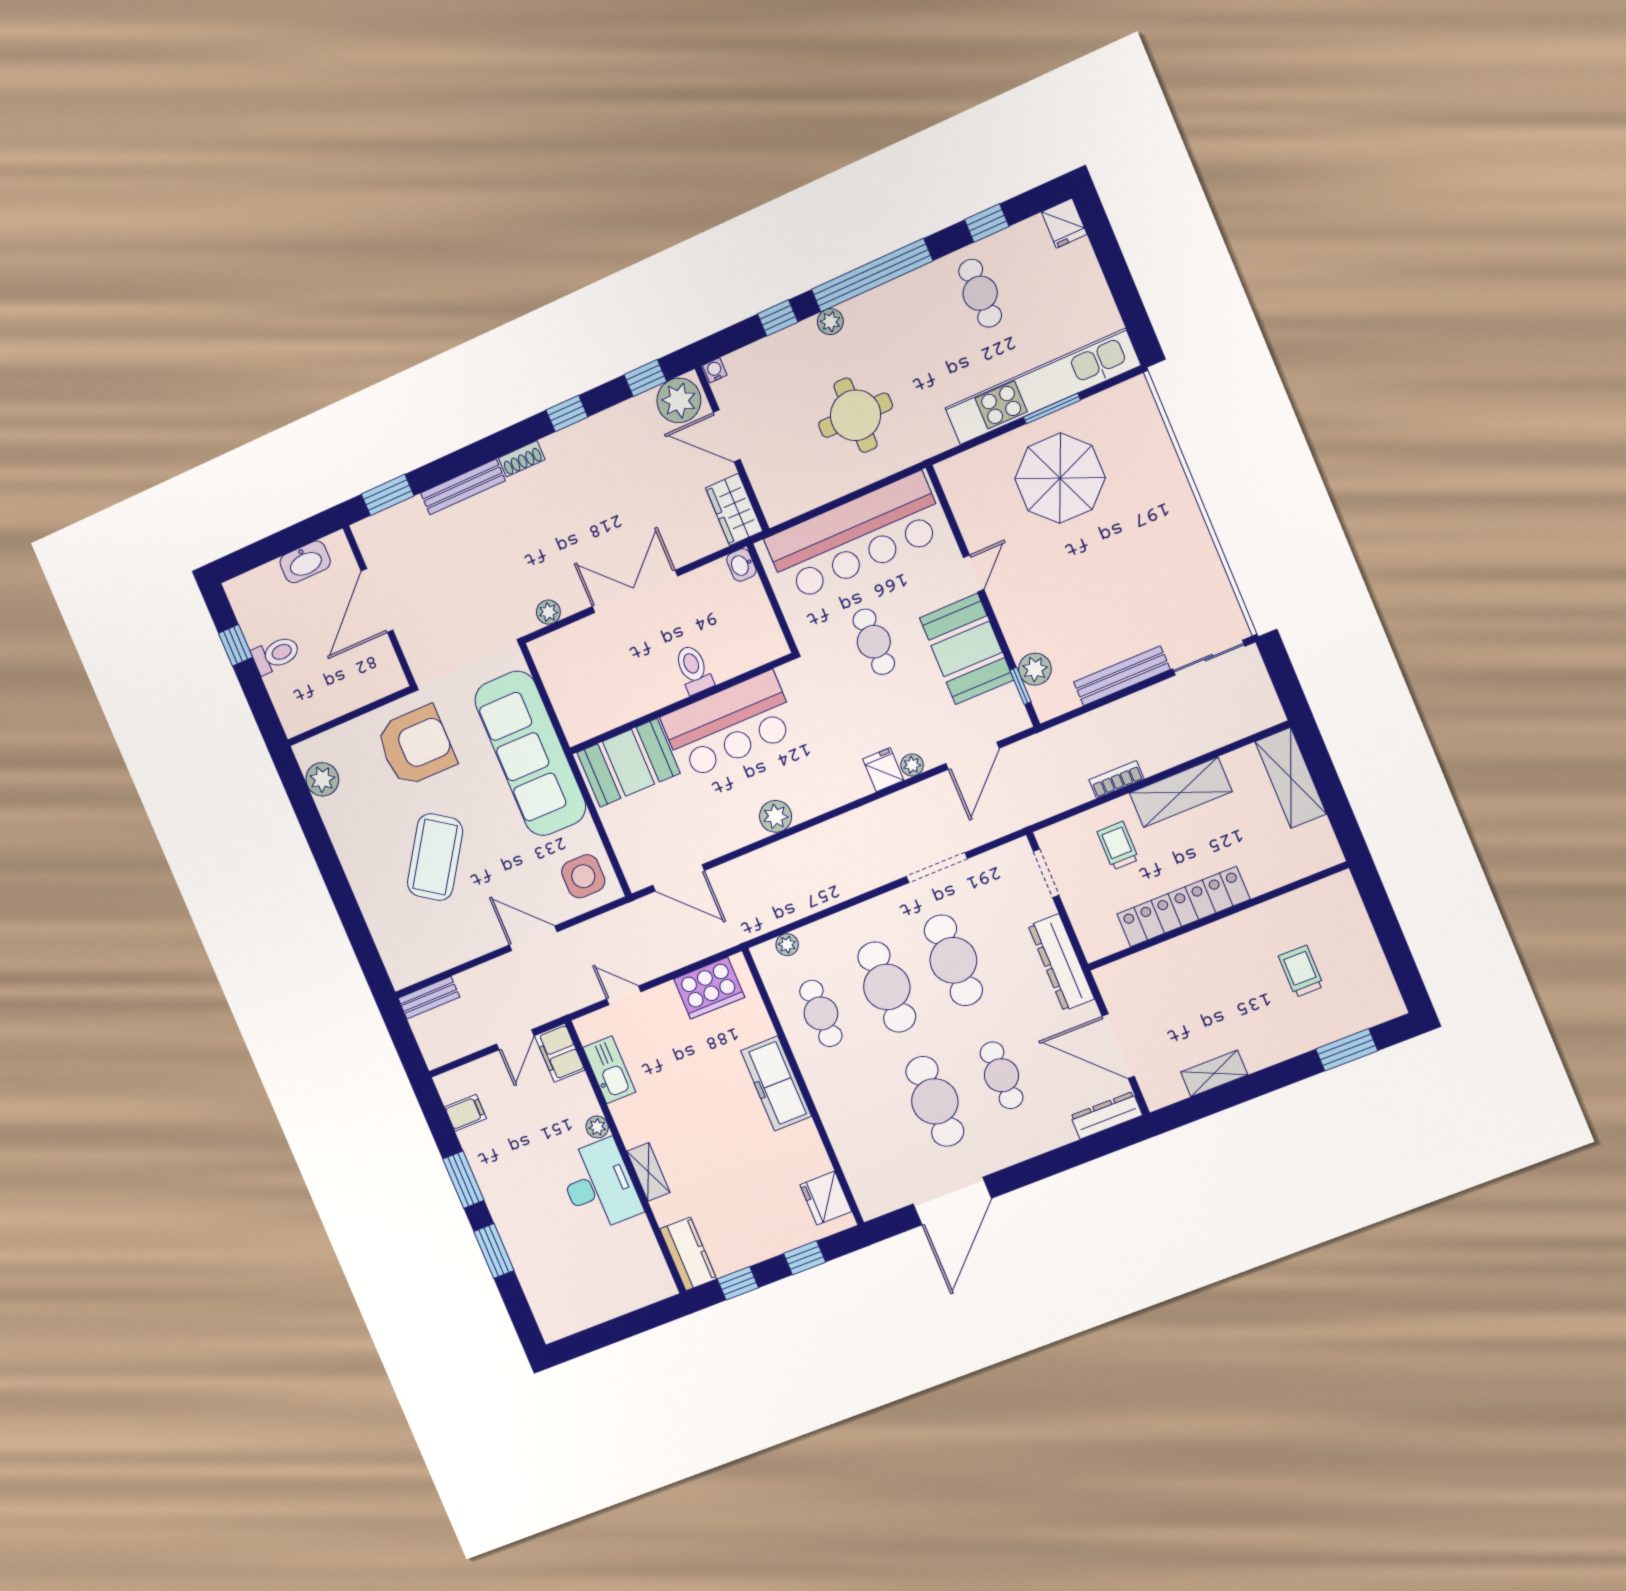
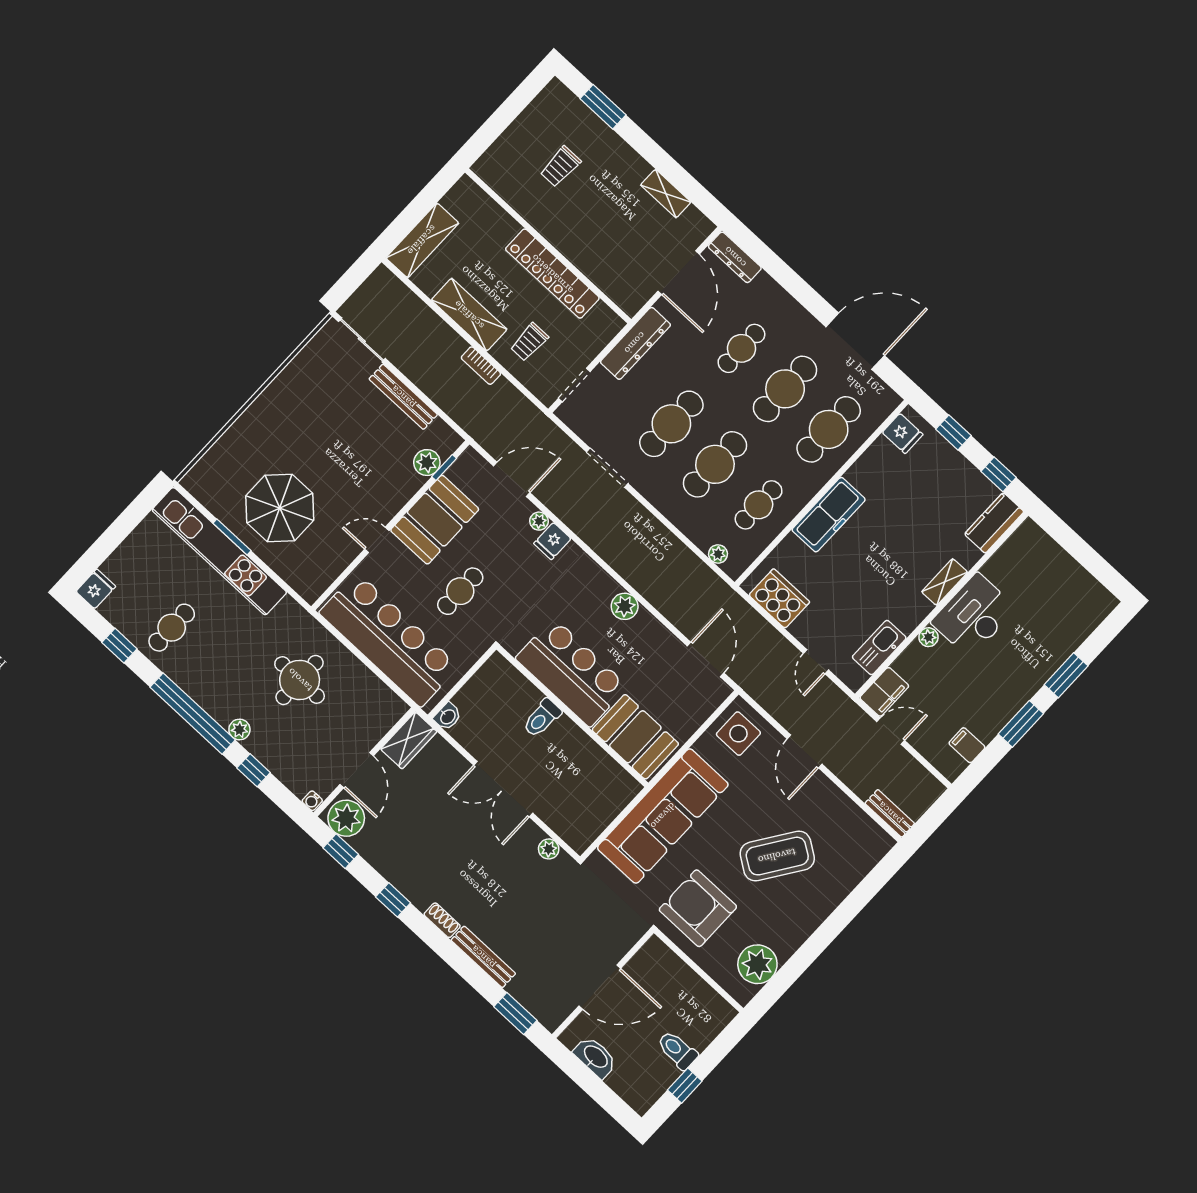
plant: (322, 779) -> (757, 964), width x1.36, depth x1.36
cafe table: (869, 1127) -> (829, 429), added
fridge: (826, 1198) -> (903, 433), width x0.72

